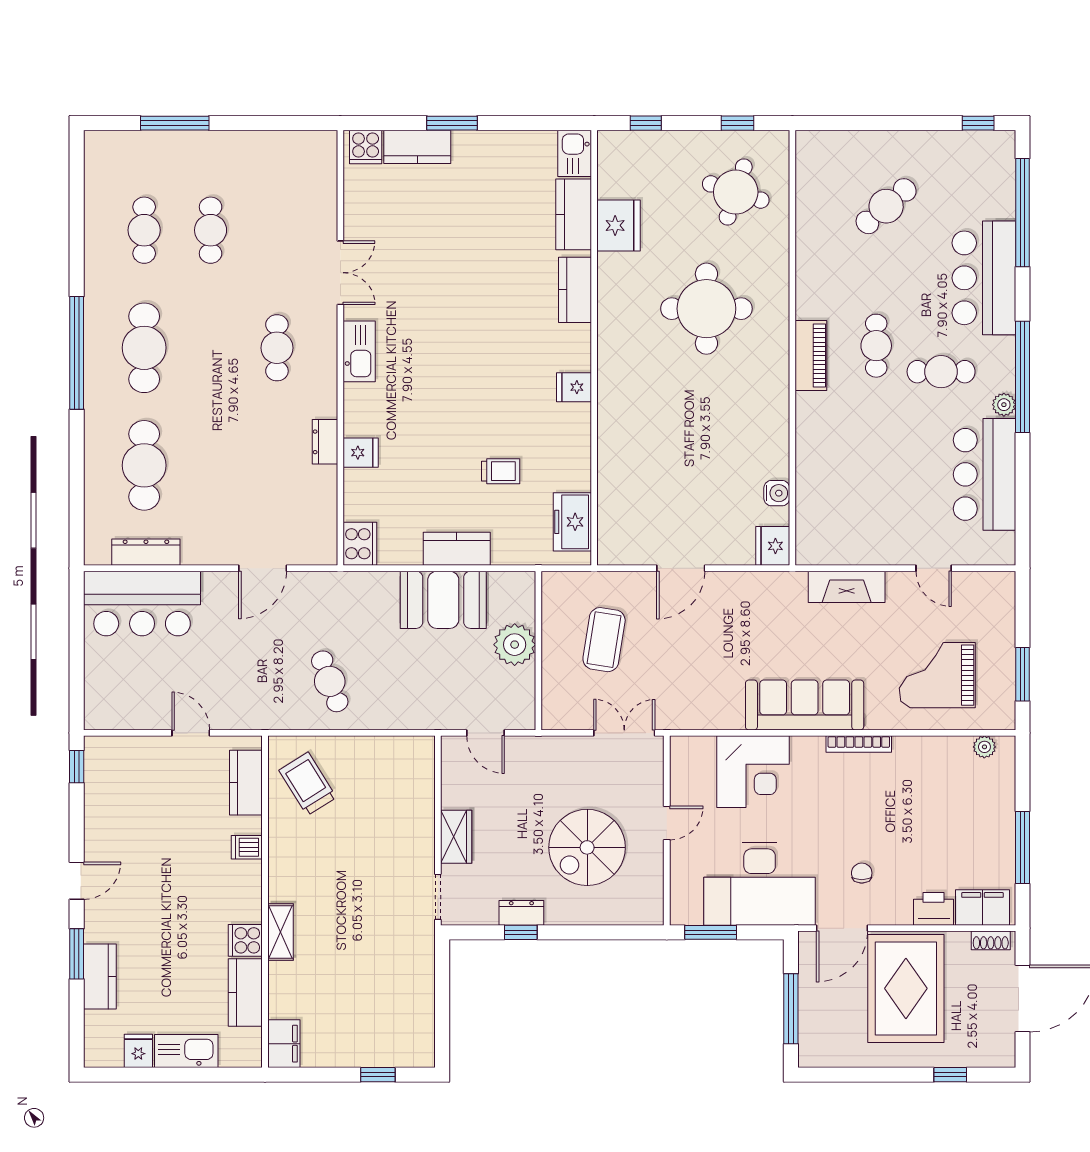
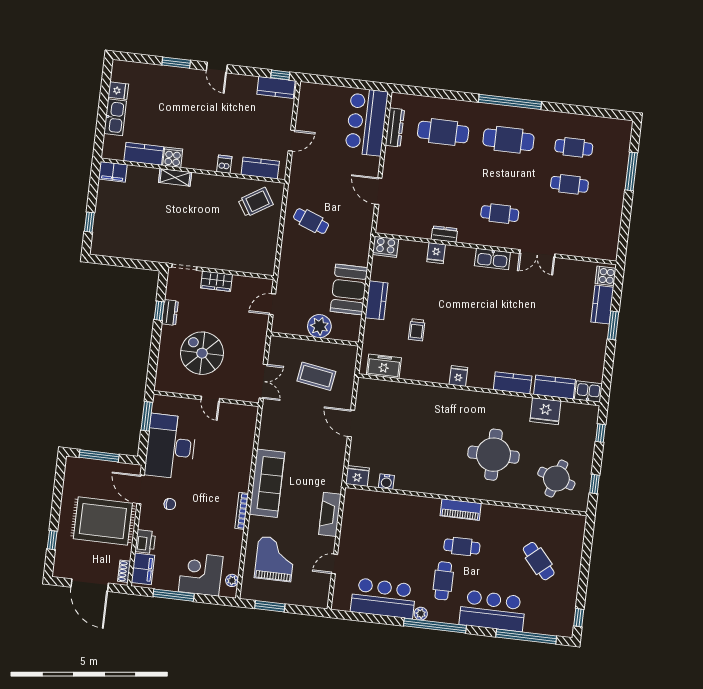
cafe table: (330, 681) -> (311, 221), turned 41
corner desk: (753, 772) -> (201, 574), moved, turned 90
kitchen counter: (100, 977) -> (276, 88), moved

